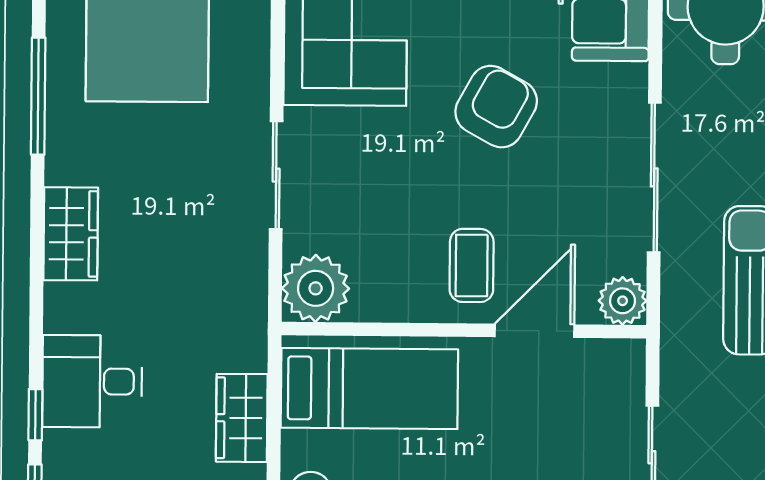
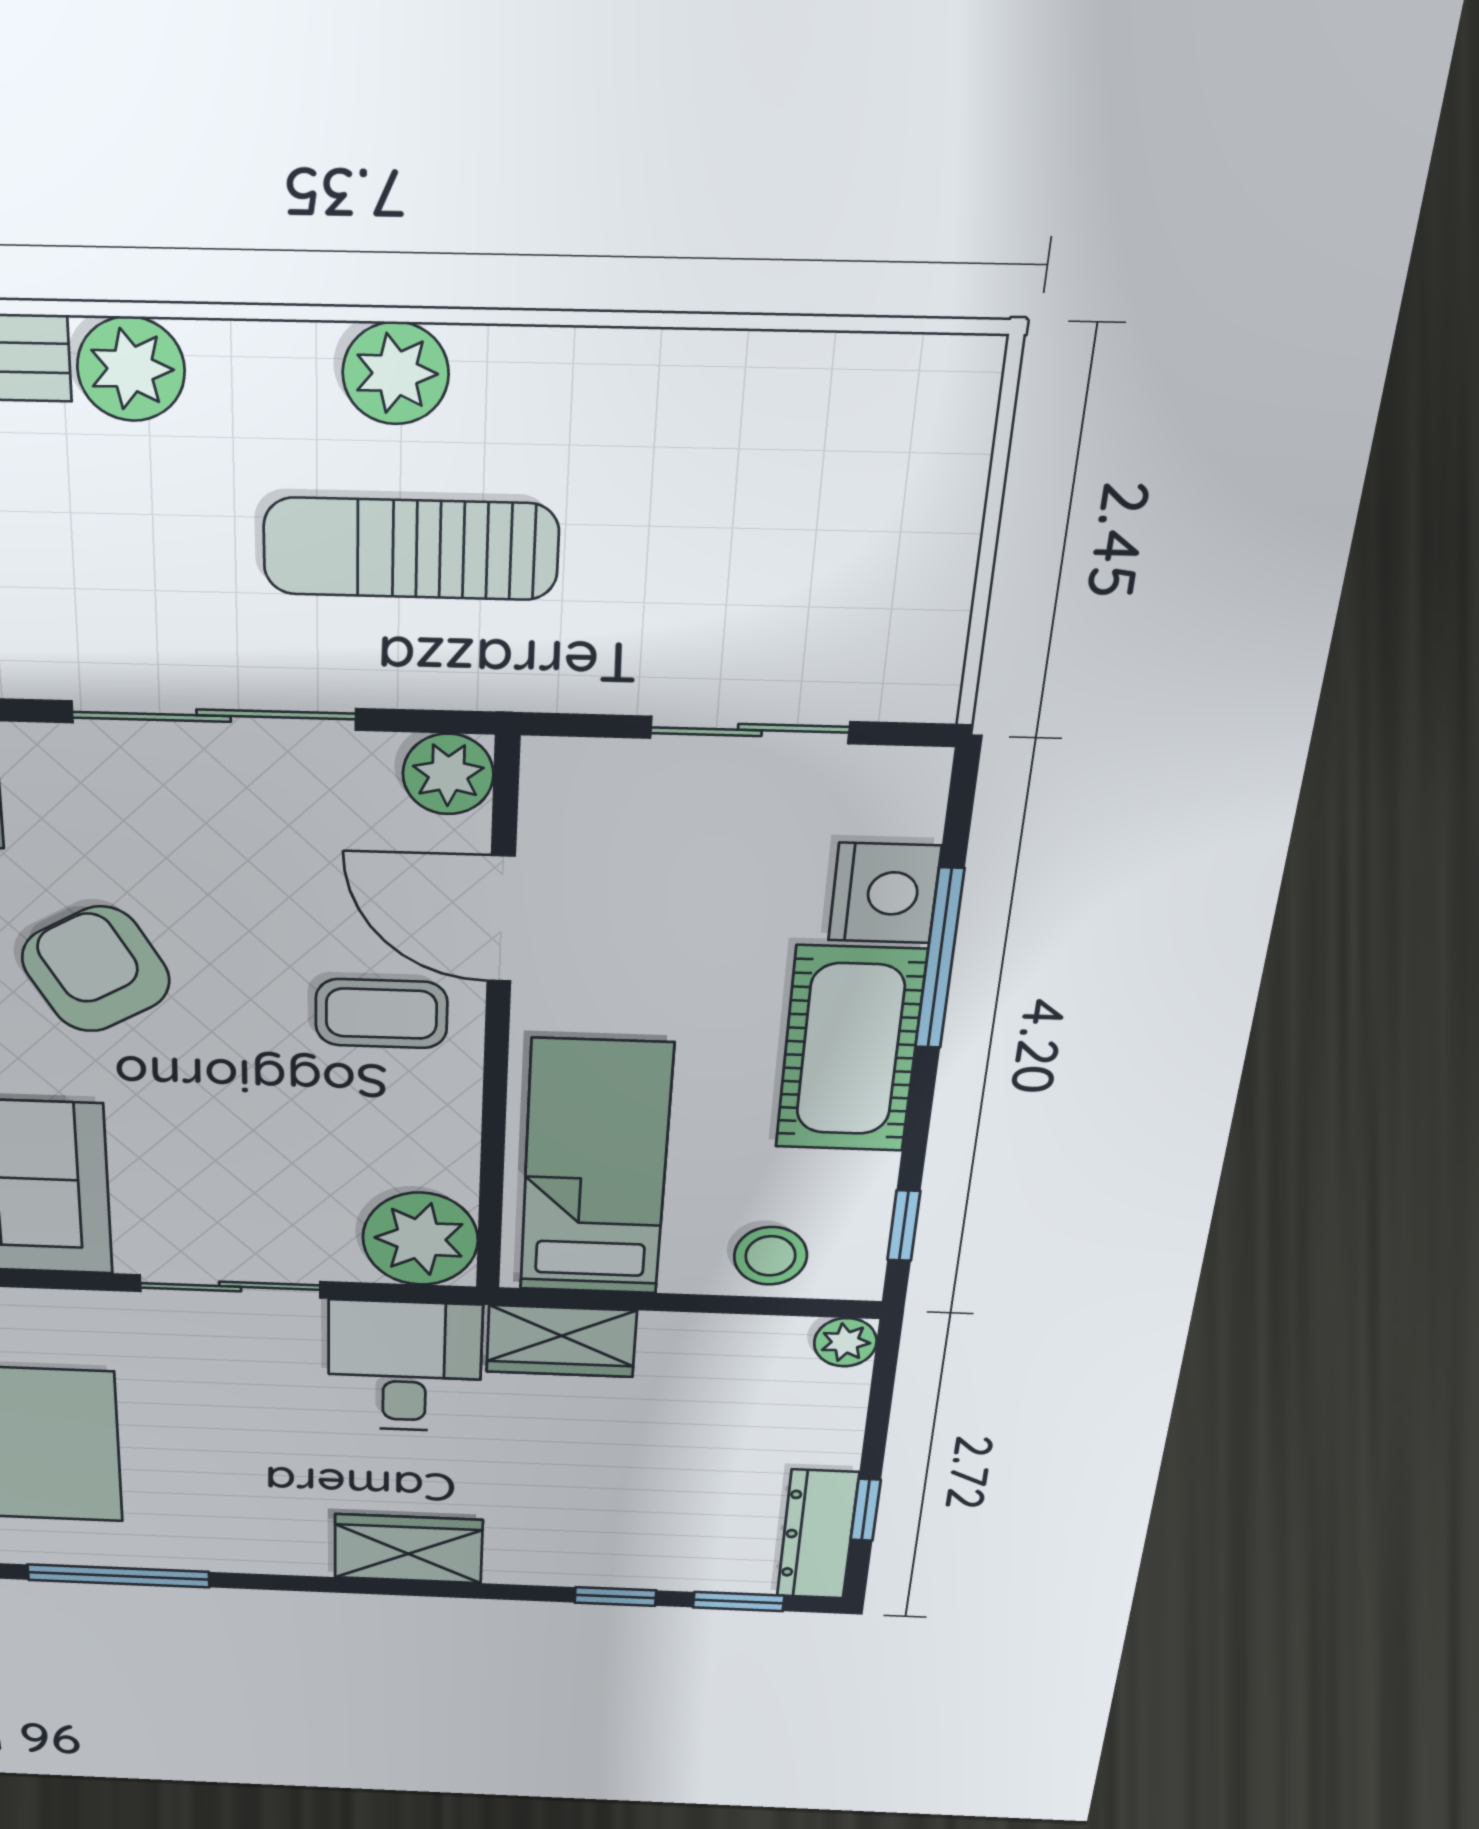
armchair: (496, 107) -> (96, 969), turned 31
wardrobe: (71, 234) -> (408, 1549), moved
desk: (92, 381) -> (405, 1367), moved, turned 180
wardrobe: (242, 418) -> (561, 1341), moved

